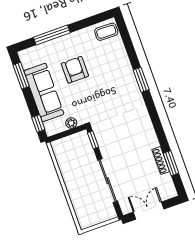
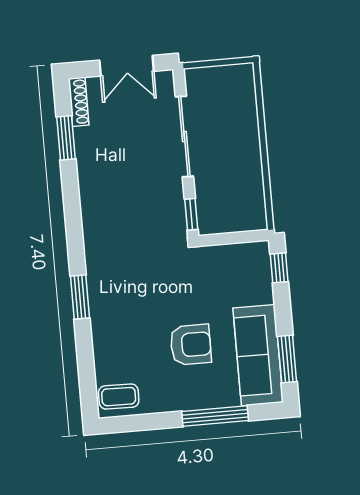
armchair: (75, 70) -> (191, 345), turned -90
sofa: (44, 92) -> (258, 355), moved
plant: (71, 123) -> (221, 254), removed
shoe rack: (161, 161) -> (79, 102), moved

